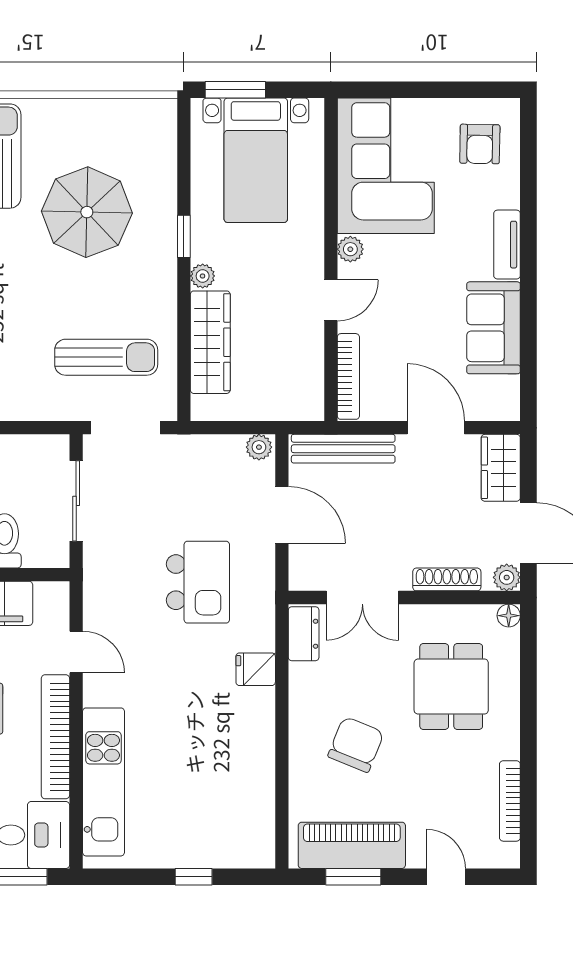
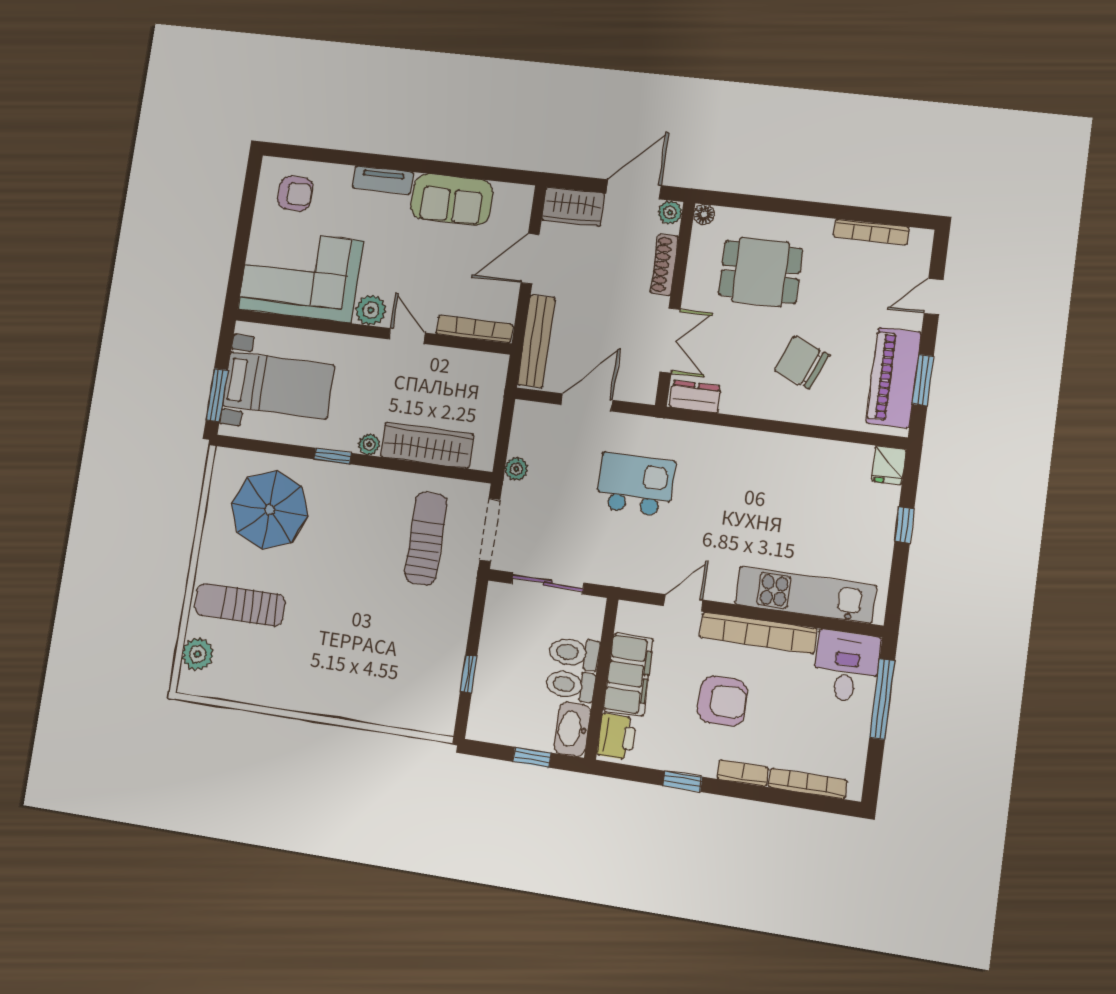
parasol: (87, 212) -> (270, 510), moved
plant: (350, 249) -> (371, 310), width x1.38, depth x1.38
plant: (259, 447) -> (516, 469), moved
fridge: (256, 669) -> (889, 465), moved

